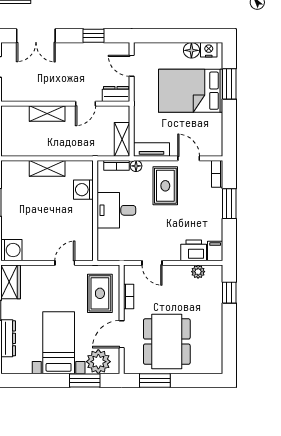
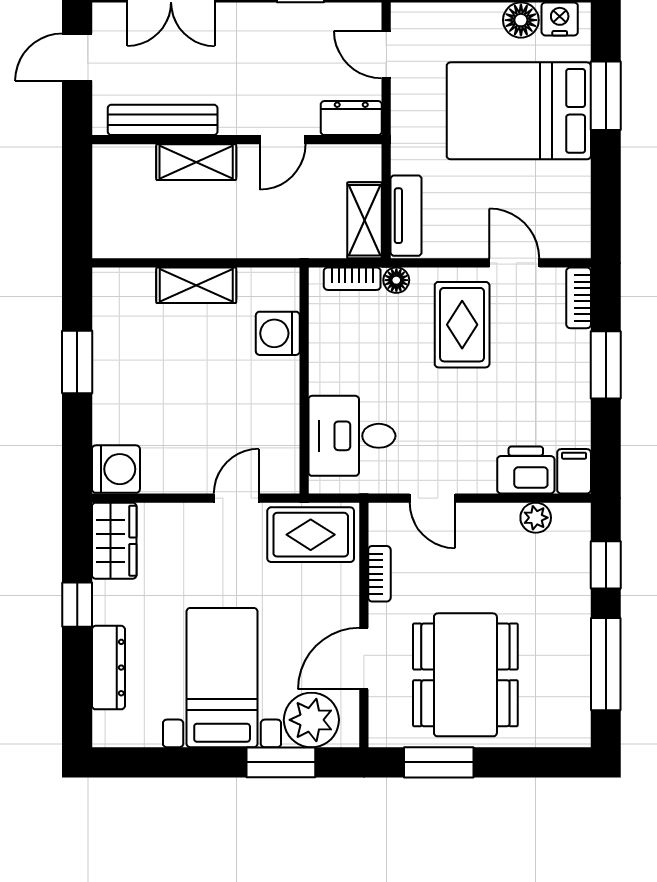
bench: (32, 95) -> (163, 120), added
tv unit: (152, 149) -> (406, 216), moved, turned 90
desk: (116, 210) -> (352, 436), moved
rug: (100, 293) -> (311, 535), moved, turned 90
window: (229, 337) -> (606, 664), added

